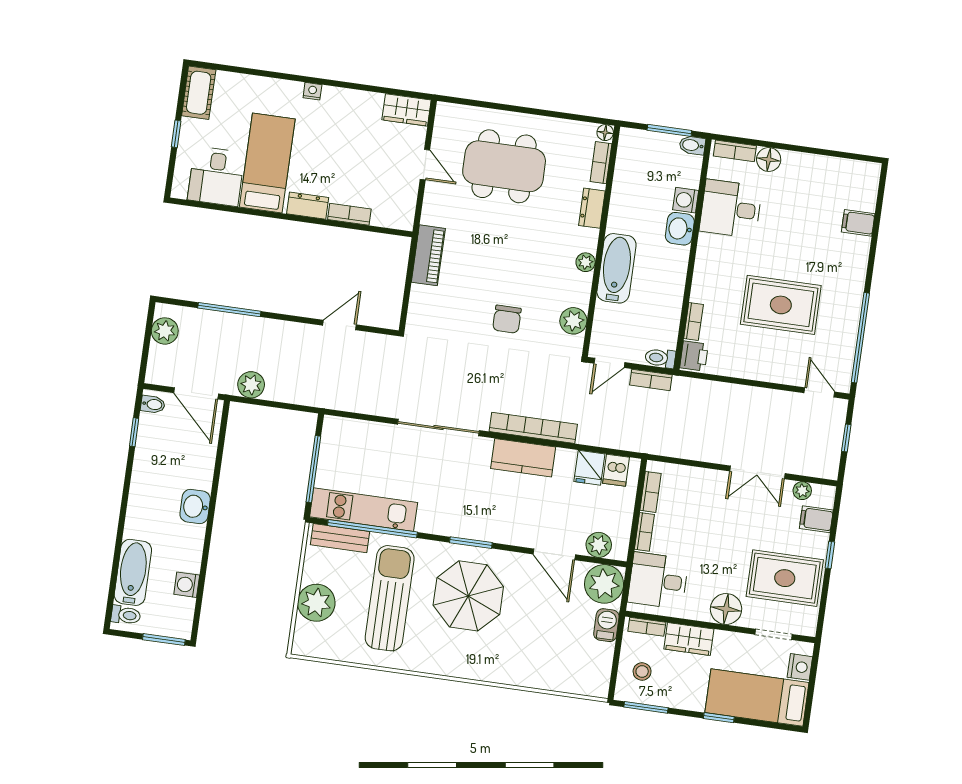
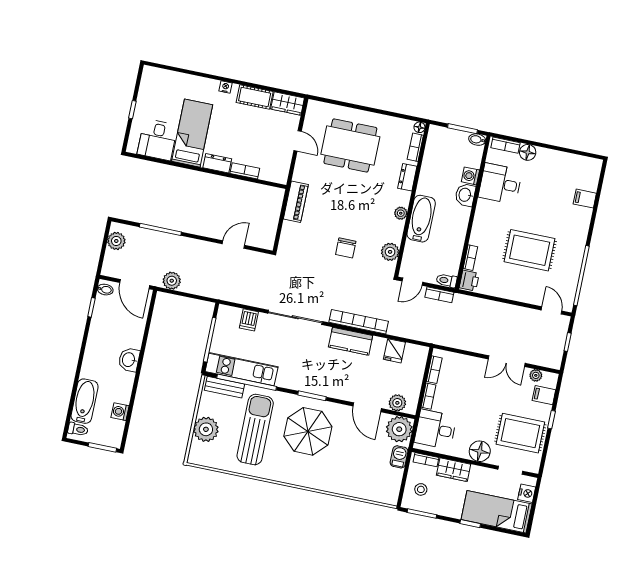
cot: (199, 93) -> (255, 97), moved, turned 90
dishwasher: (616, 470) -> (249, 320), moved

